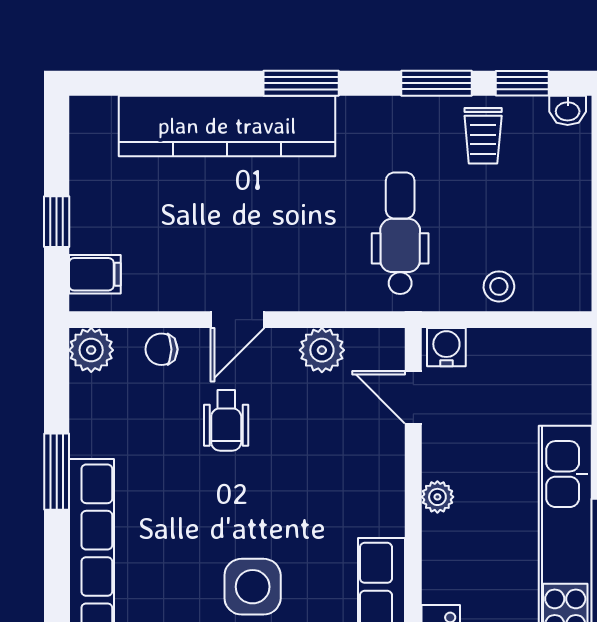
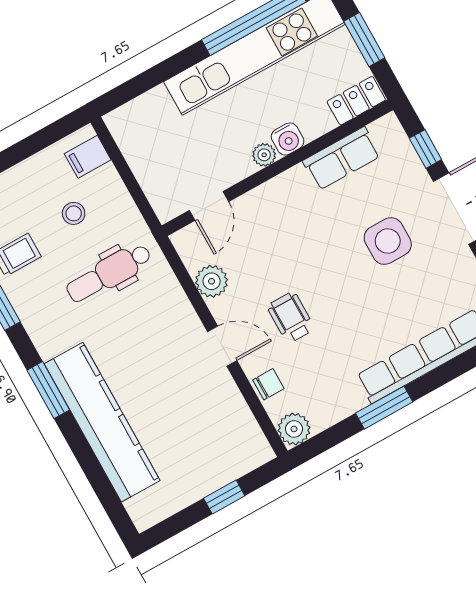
filing cabinet: (95, 274) -> (88, 157), moved, turned -90
stool: (499, 286) -> (74, 213), moved
water cooler: (446, 347) -> (288, 139), moved, turned -90
chair: (161, 349) -> (268, 384), turned -90
wheelchair: (226, 420) -> (291, 317), turned -90

